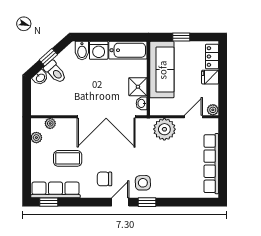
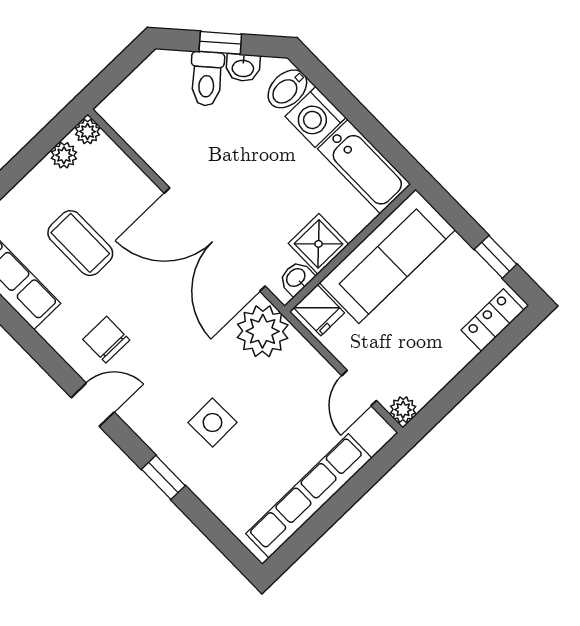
window: (181, 37) -> (496, 257), moved
fridge: (210, 77) -> (319, 310), moved, turned 180
washbasin: (40, 78) -> (243, 68), moved
door: (193, 117) -> (359, 388), swing flipped
plant: (50, 123) -> (87, 132), moved
plant: (164, 129) -> (263, 331), moved
side table: (143, 183) -> (212, 423), moved
window: (147, 202) -> (163, 477), moved

